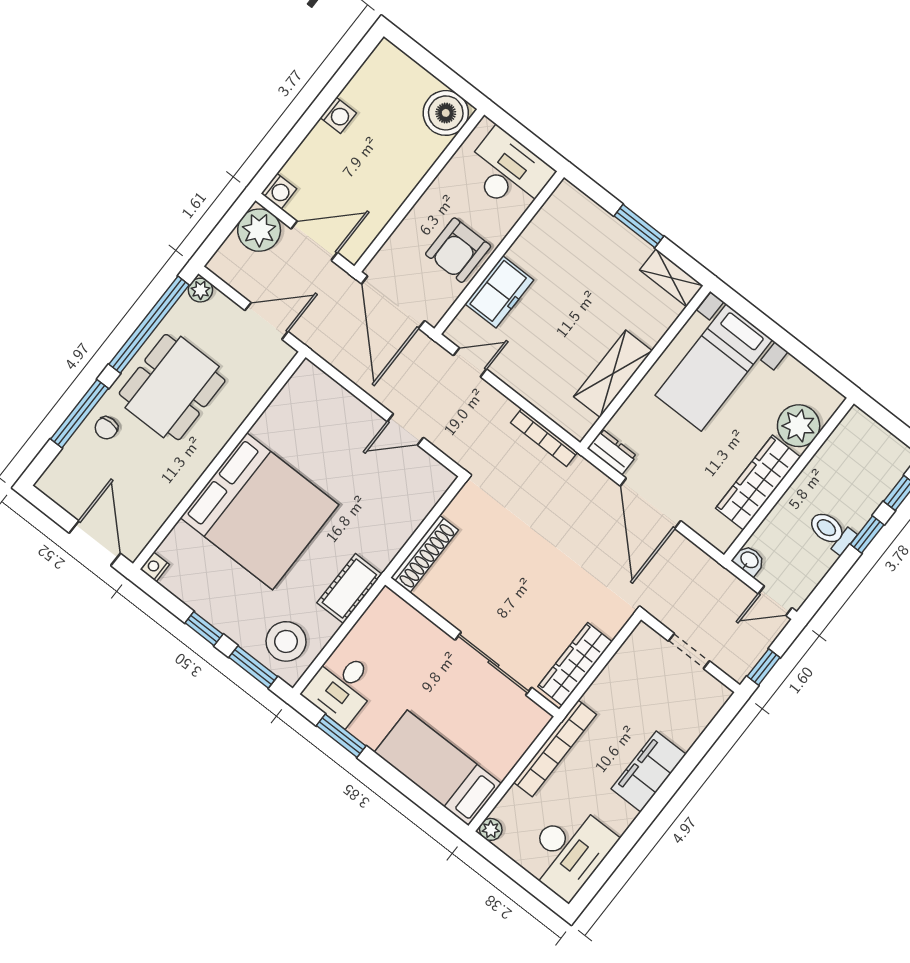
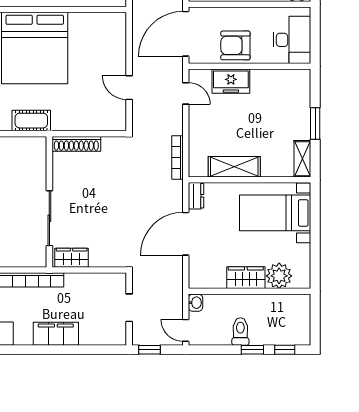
wardrobe: (758, 483) -> (246, 278), width x0.67
wardrobe: (575, 664) -> (72, 258), width x0.67

